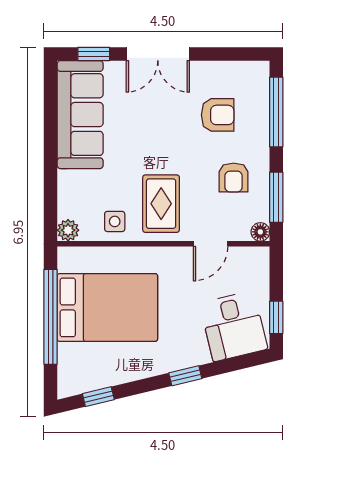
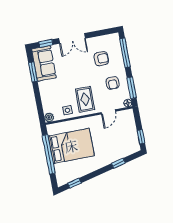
window: (51, 115) -> (33, 72), added
sofa: (80, 115) -> (44, 63), width x0.73
desk: (234, 326) -> (124, 144), removed
window: (185, 376) -> (118, 163), moved

